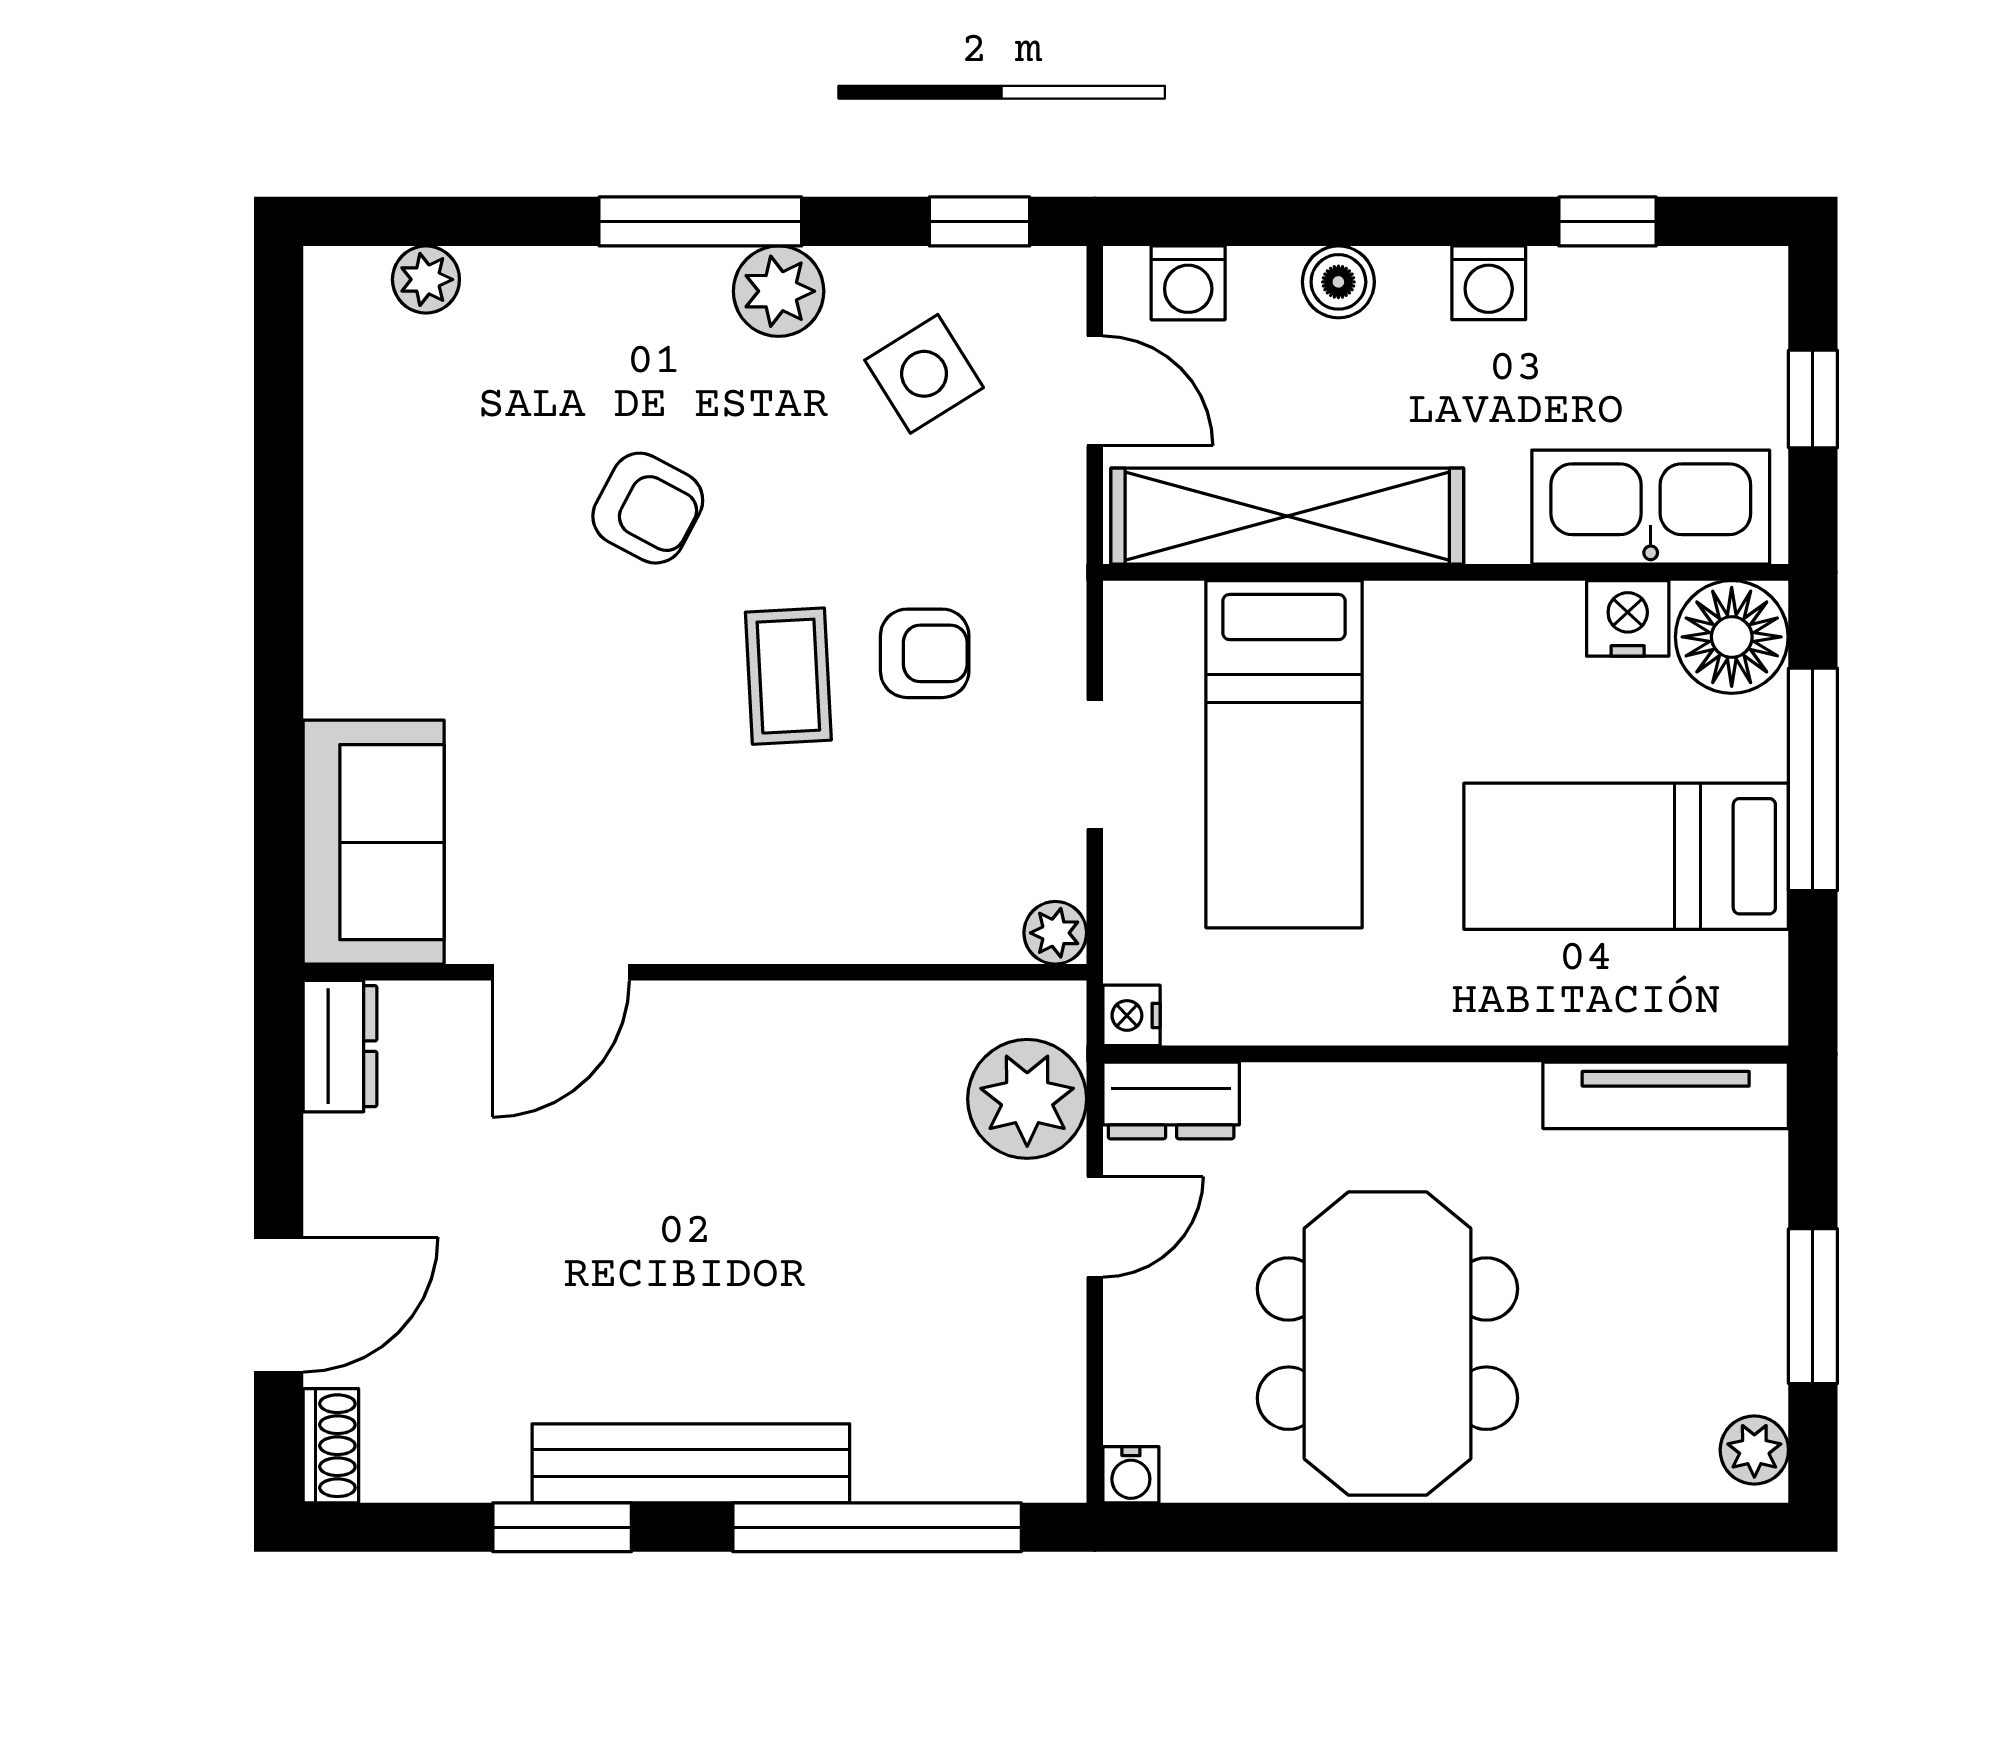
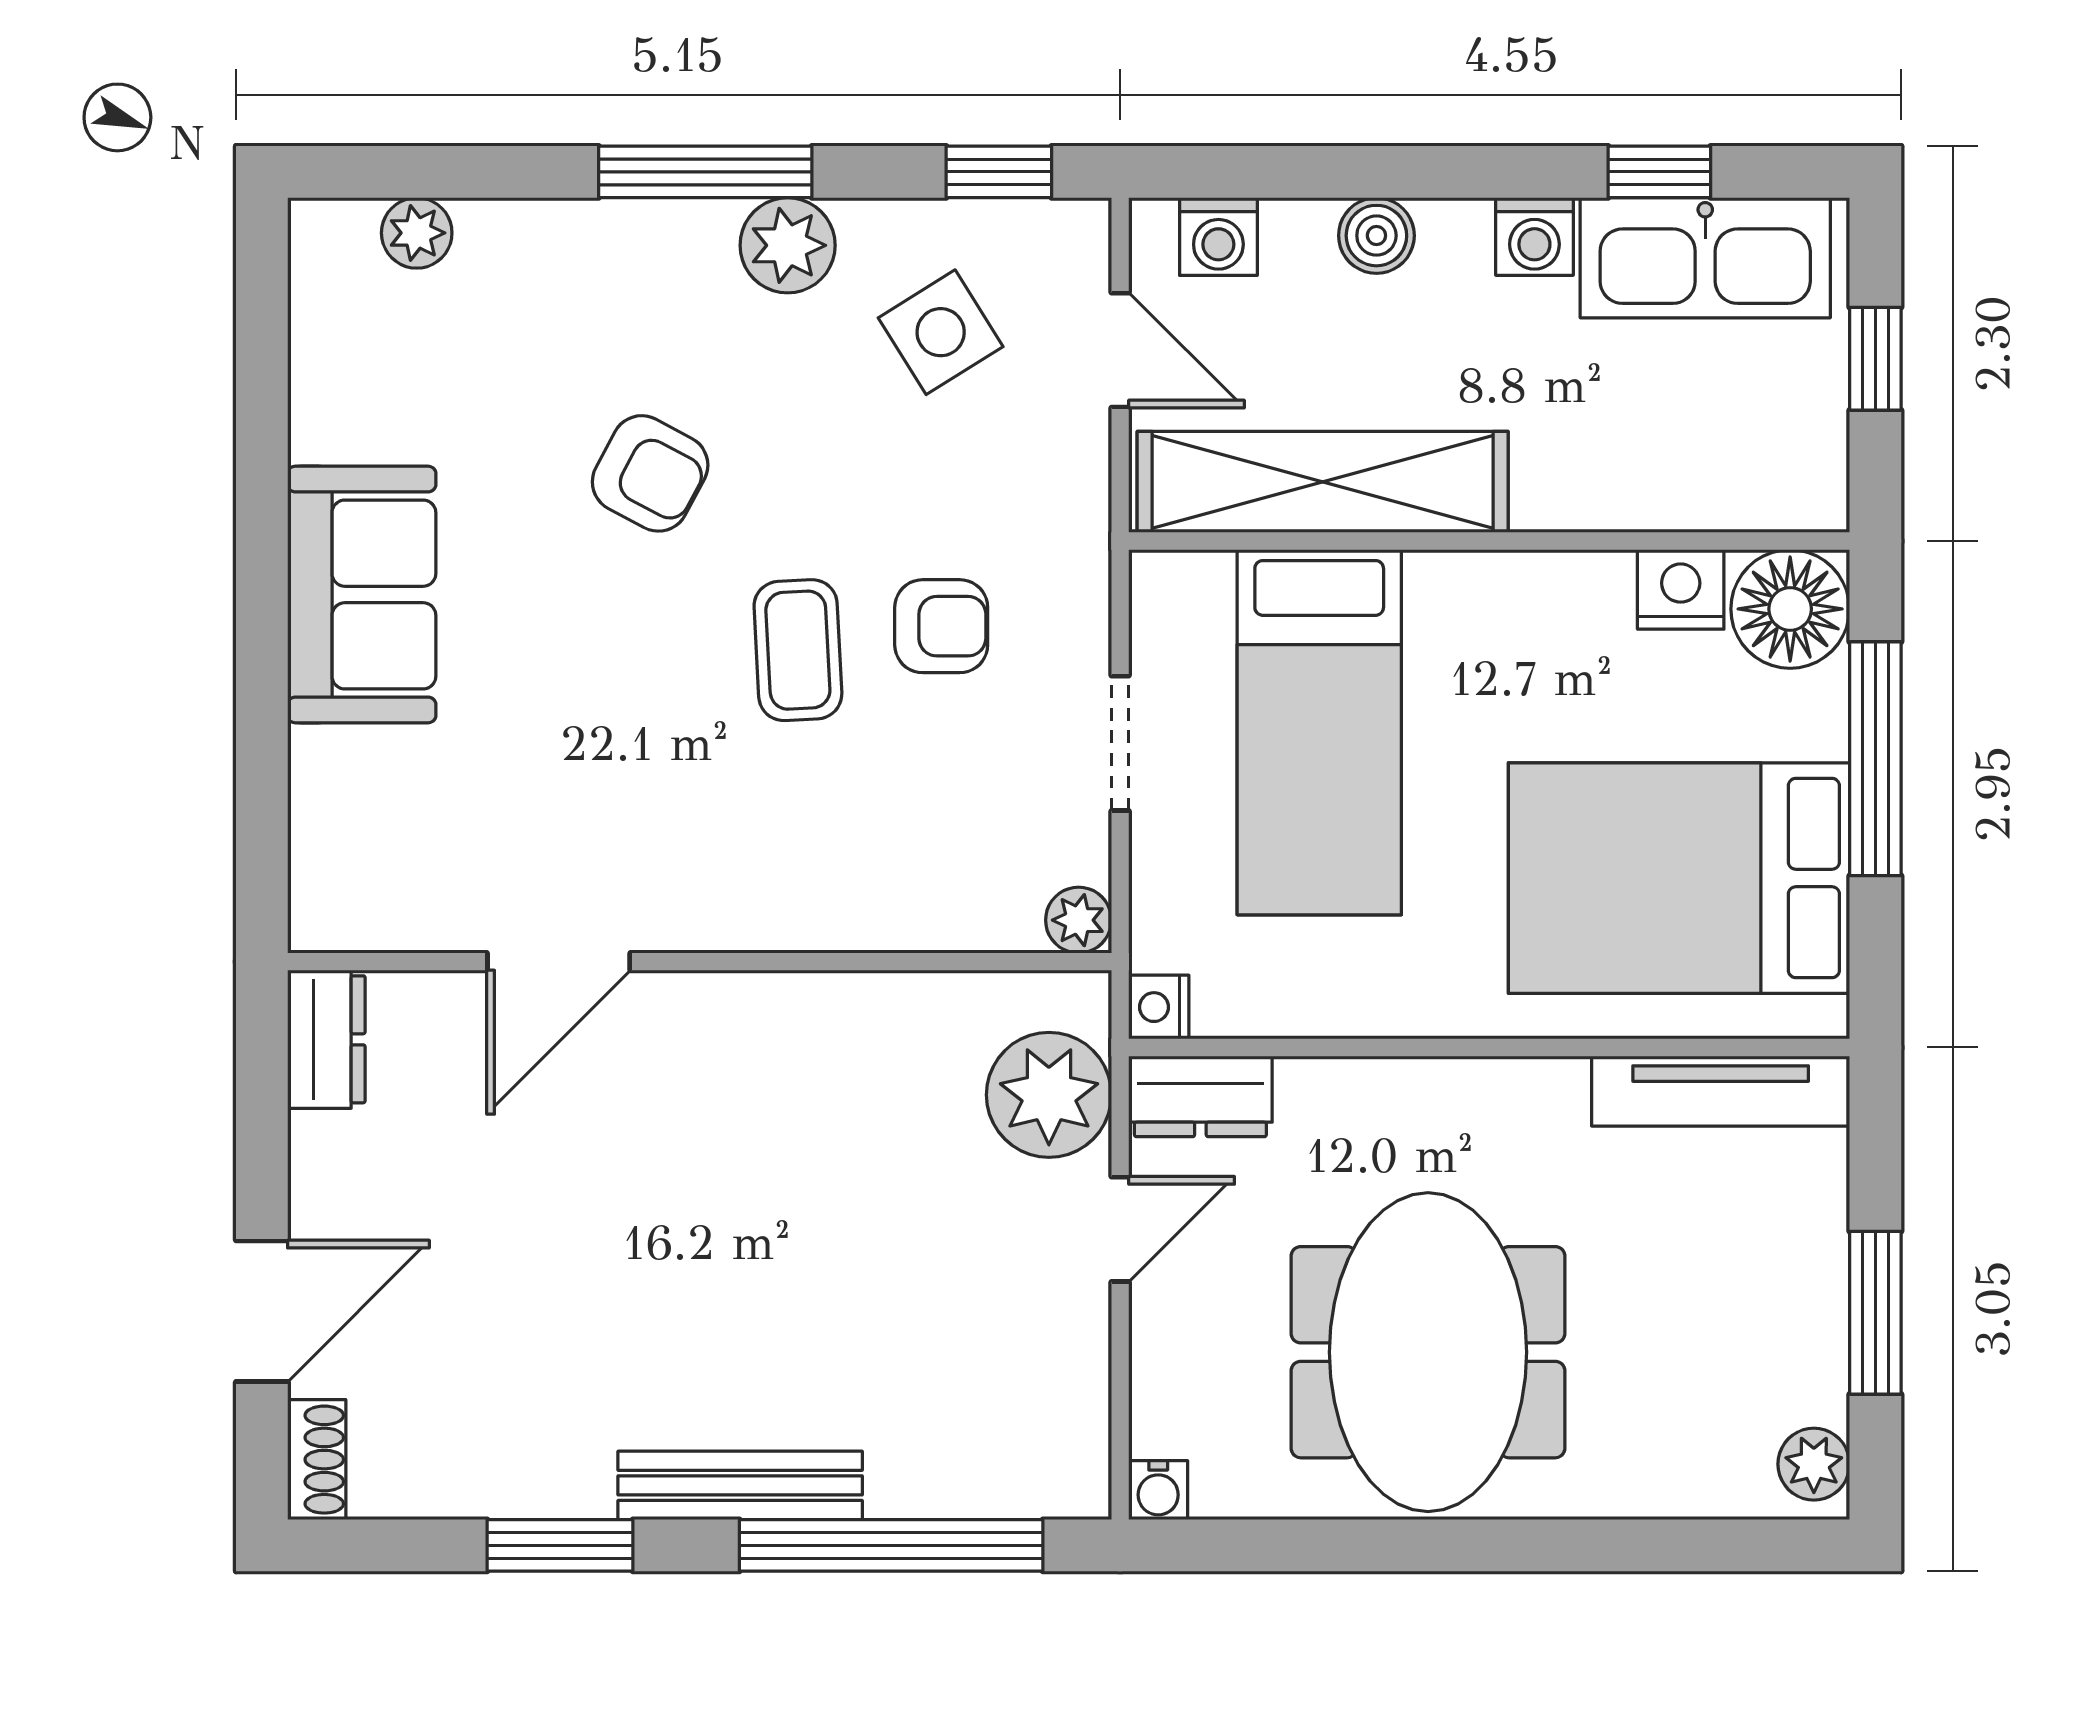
kitchen sink: (1651, 507) -> (1705, 258), moved, turned 180
sofa: (374, 842) -> (362, 594), moved
bed: (1626, 856) -> (1679, 878), width x1.50
bench: (691, 1463) -> (740, 1485), width x0.73, depth x0.82

